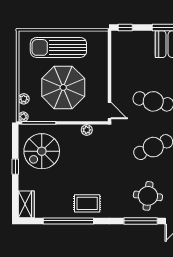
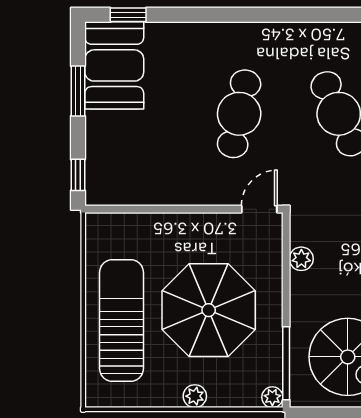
sun lounger: (58, 47) -> (122, 320), turned 180
plant: (24, 99) -> (195, 396), moved

